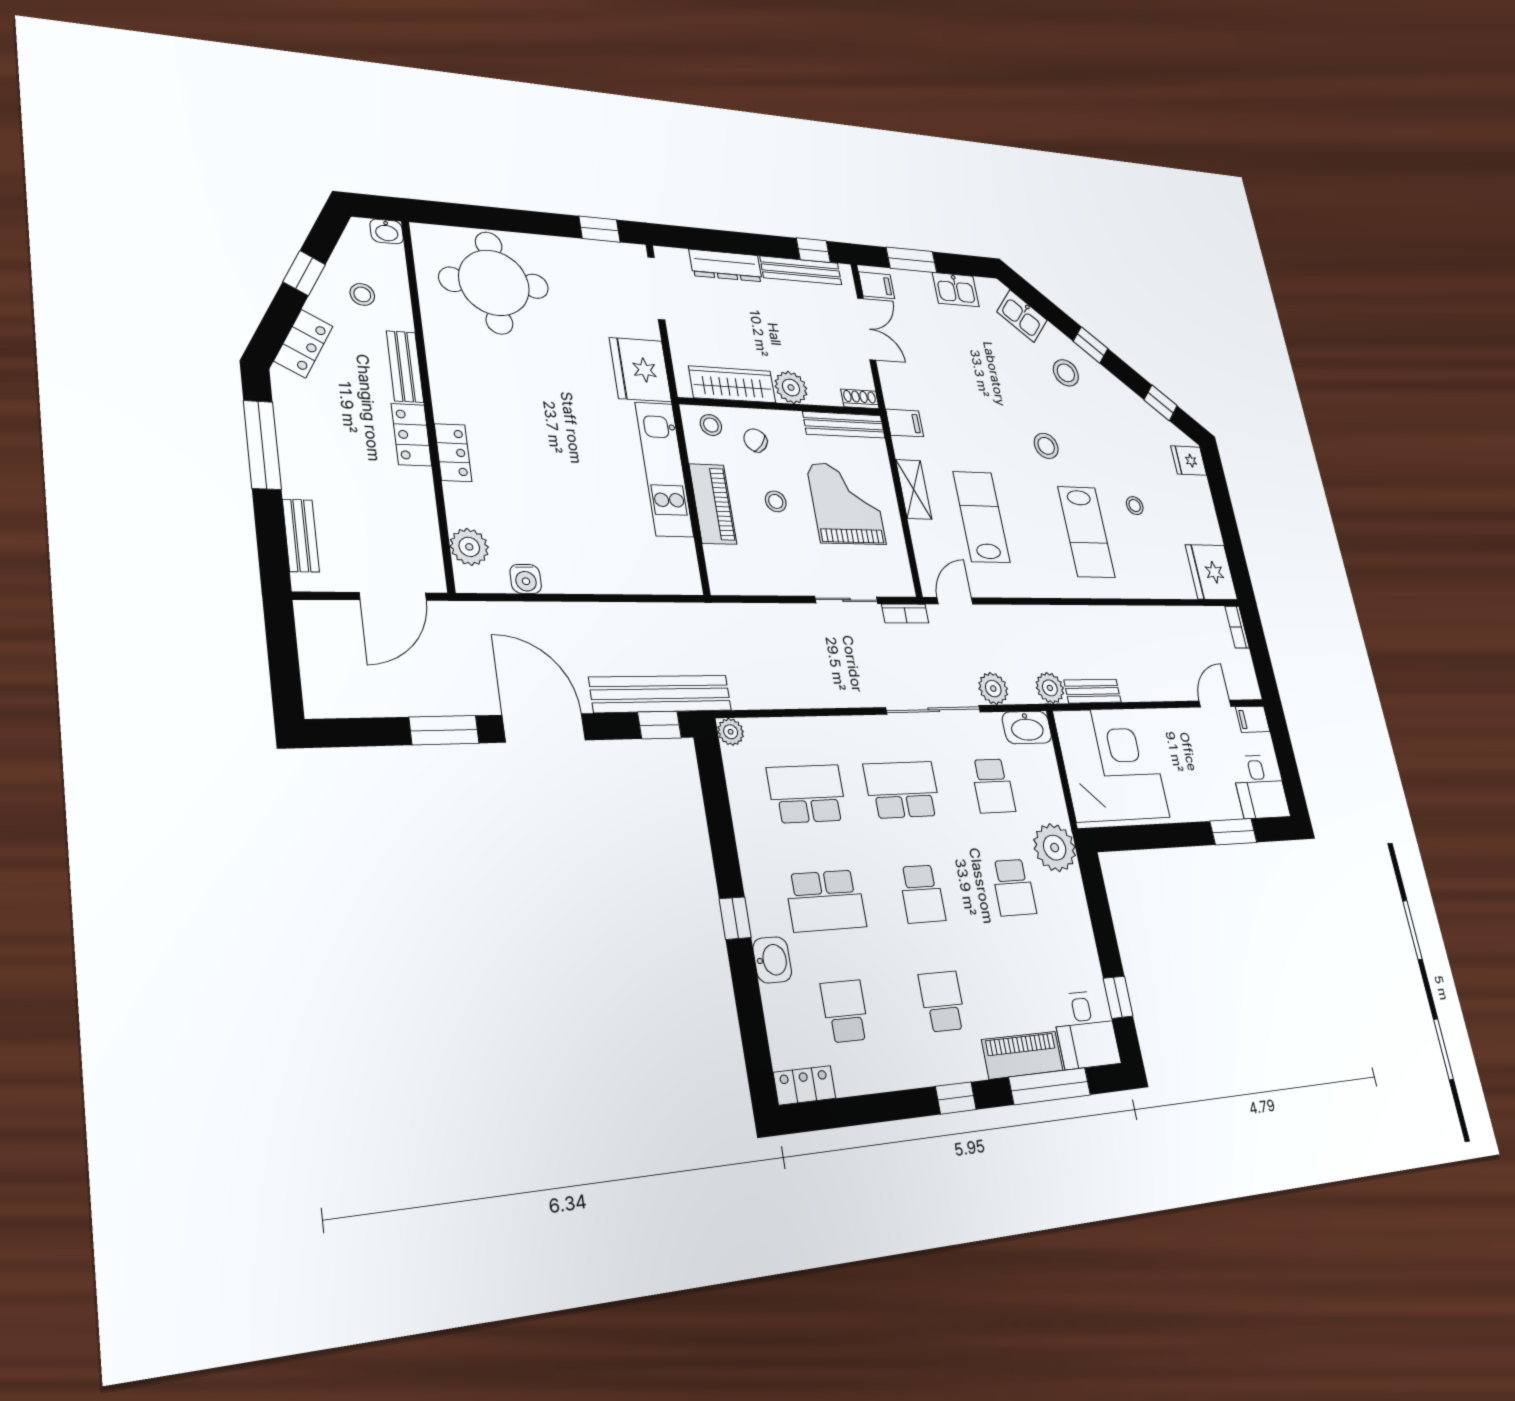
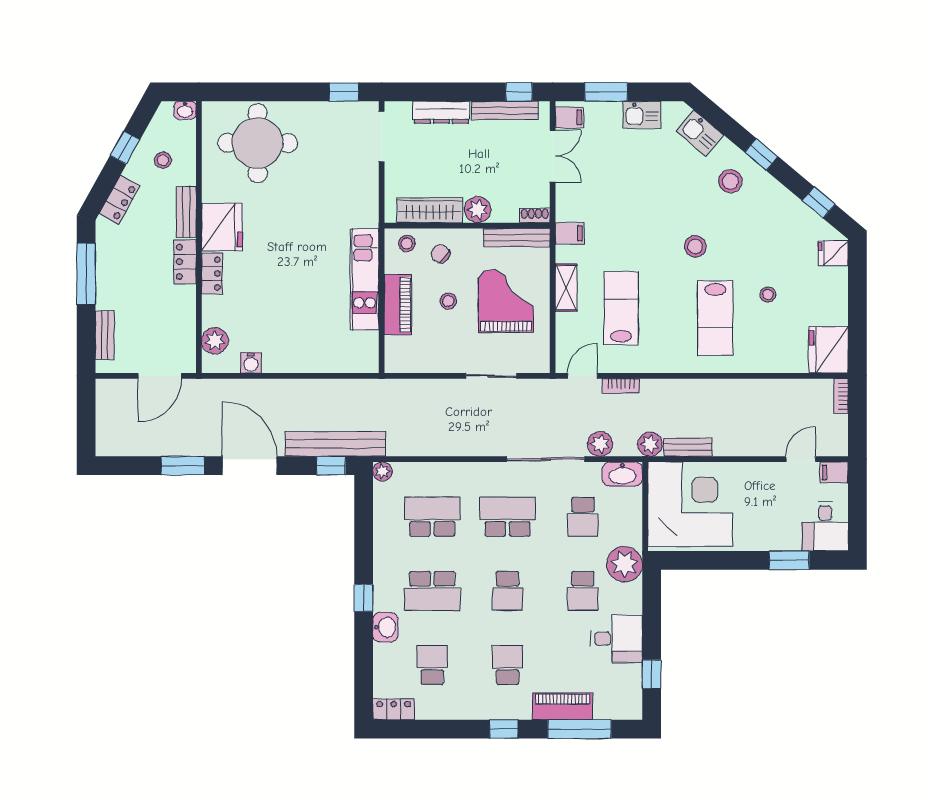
fridge: (640, 370) -> (222, 227), moved, turned 180
bookcase: (905, 613) -> (621, 386), moved
desk: (1086, 1030) -> (617, 639), moved, turned -90

